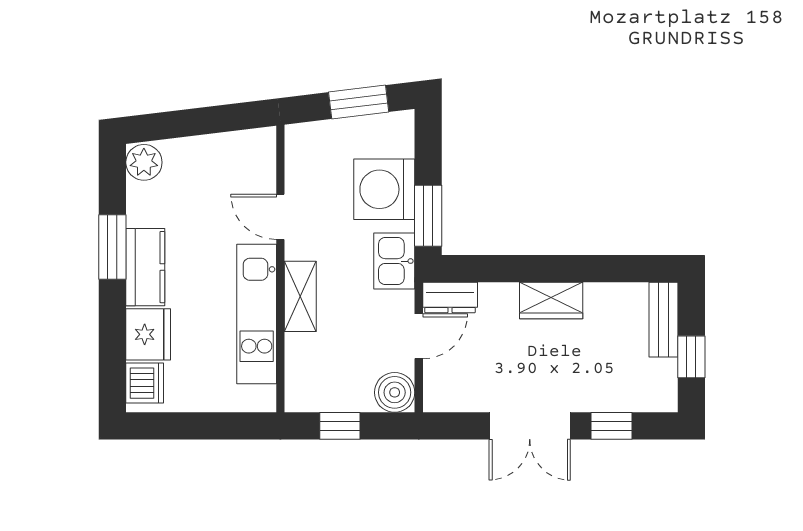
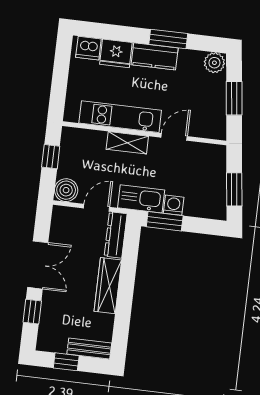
window: (201, 121) -> (234, 98), added
washing machine: (384, 189) -> (174, 205), width x0.53, depth x0.53
kitchen sink: (394, 261) -> (141, 199), width x1.38
dresser: (450, 298) -> (116, 235), width x1.44
wardrobe: (551, 301) -> (108, 286), width x1.50
door: (419, 336) -> (96, 208), swing flipped
double door: (530, 426) -> (38, 265), swing flipped

